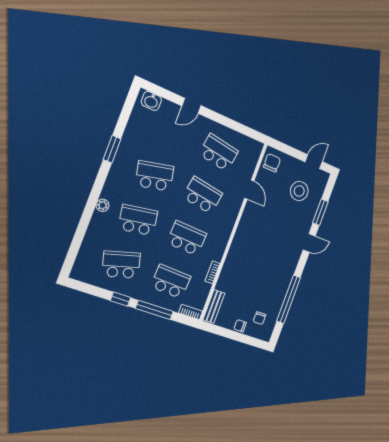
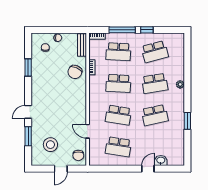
washbasin: (151, 101) -> (161, 161), moved
door: (314, 162) -> (61, 169), moved
chair: (236, 274) -> (75, 72), added
window: (289, 299) -> (28, 67), width x0.47

